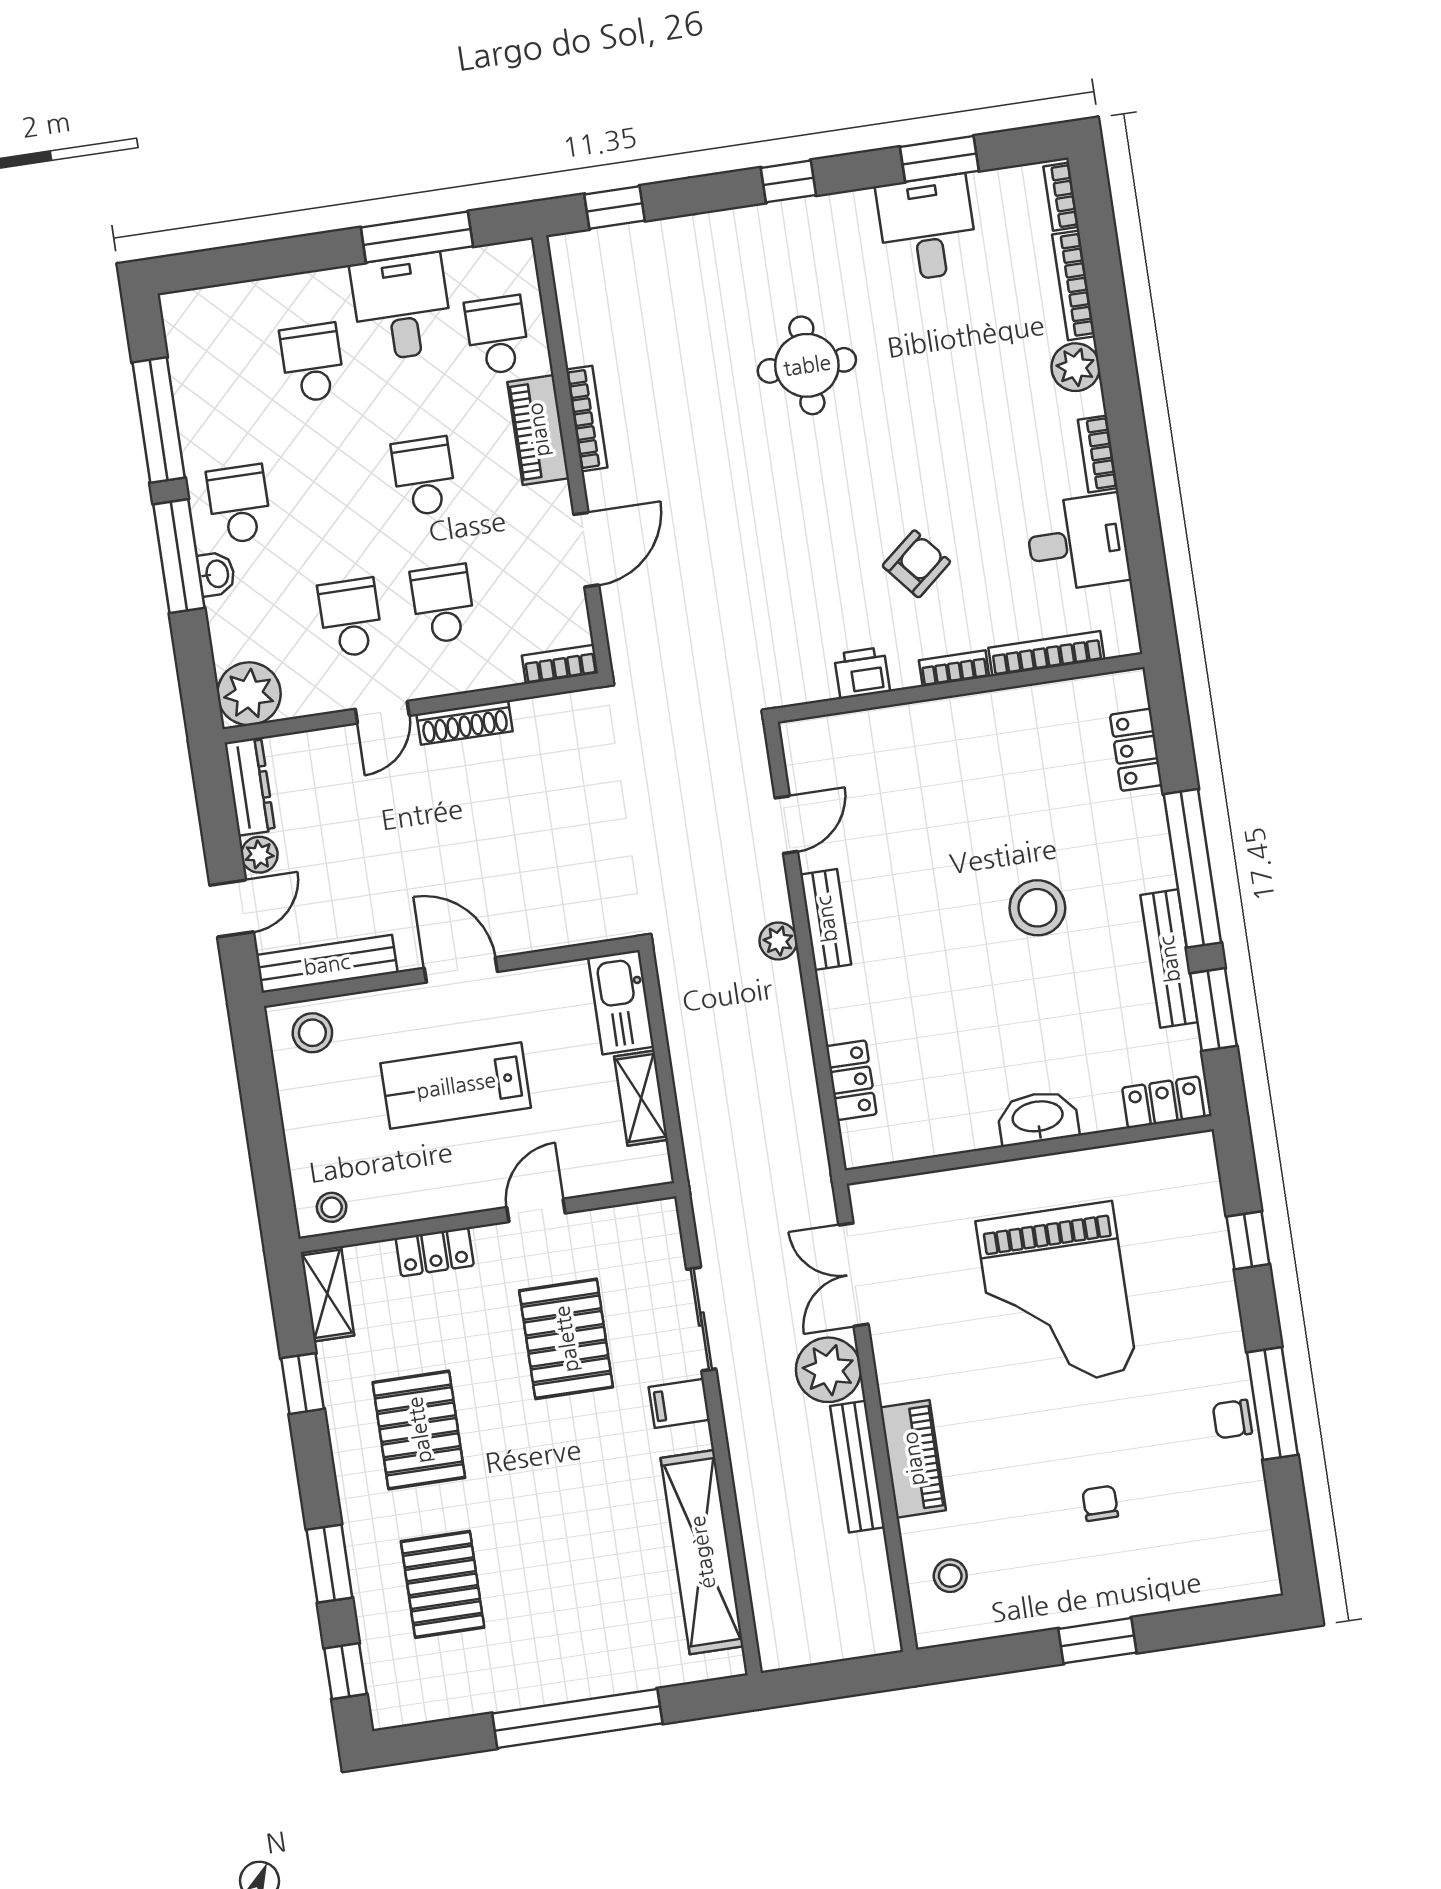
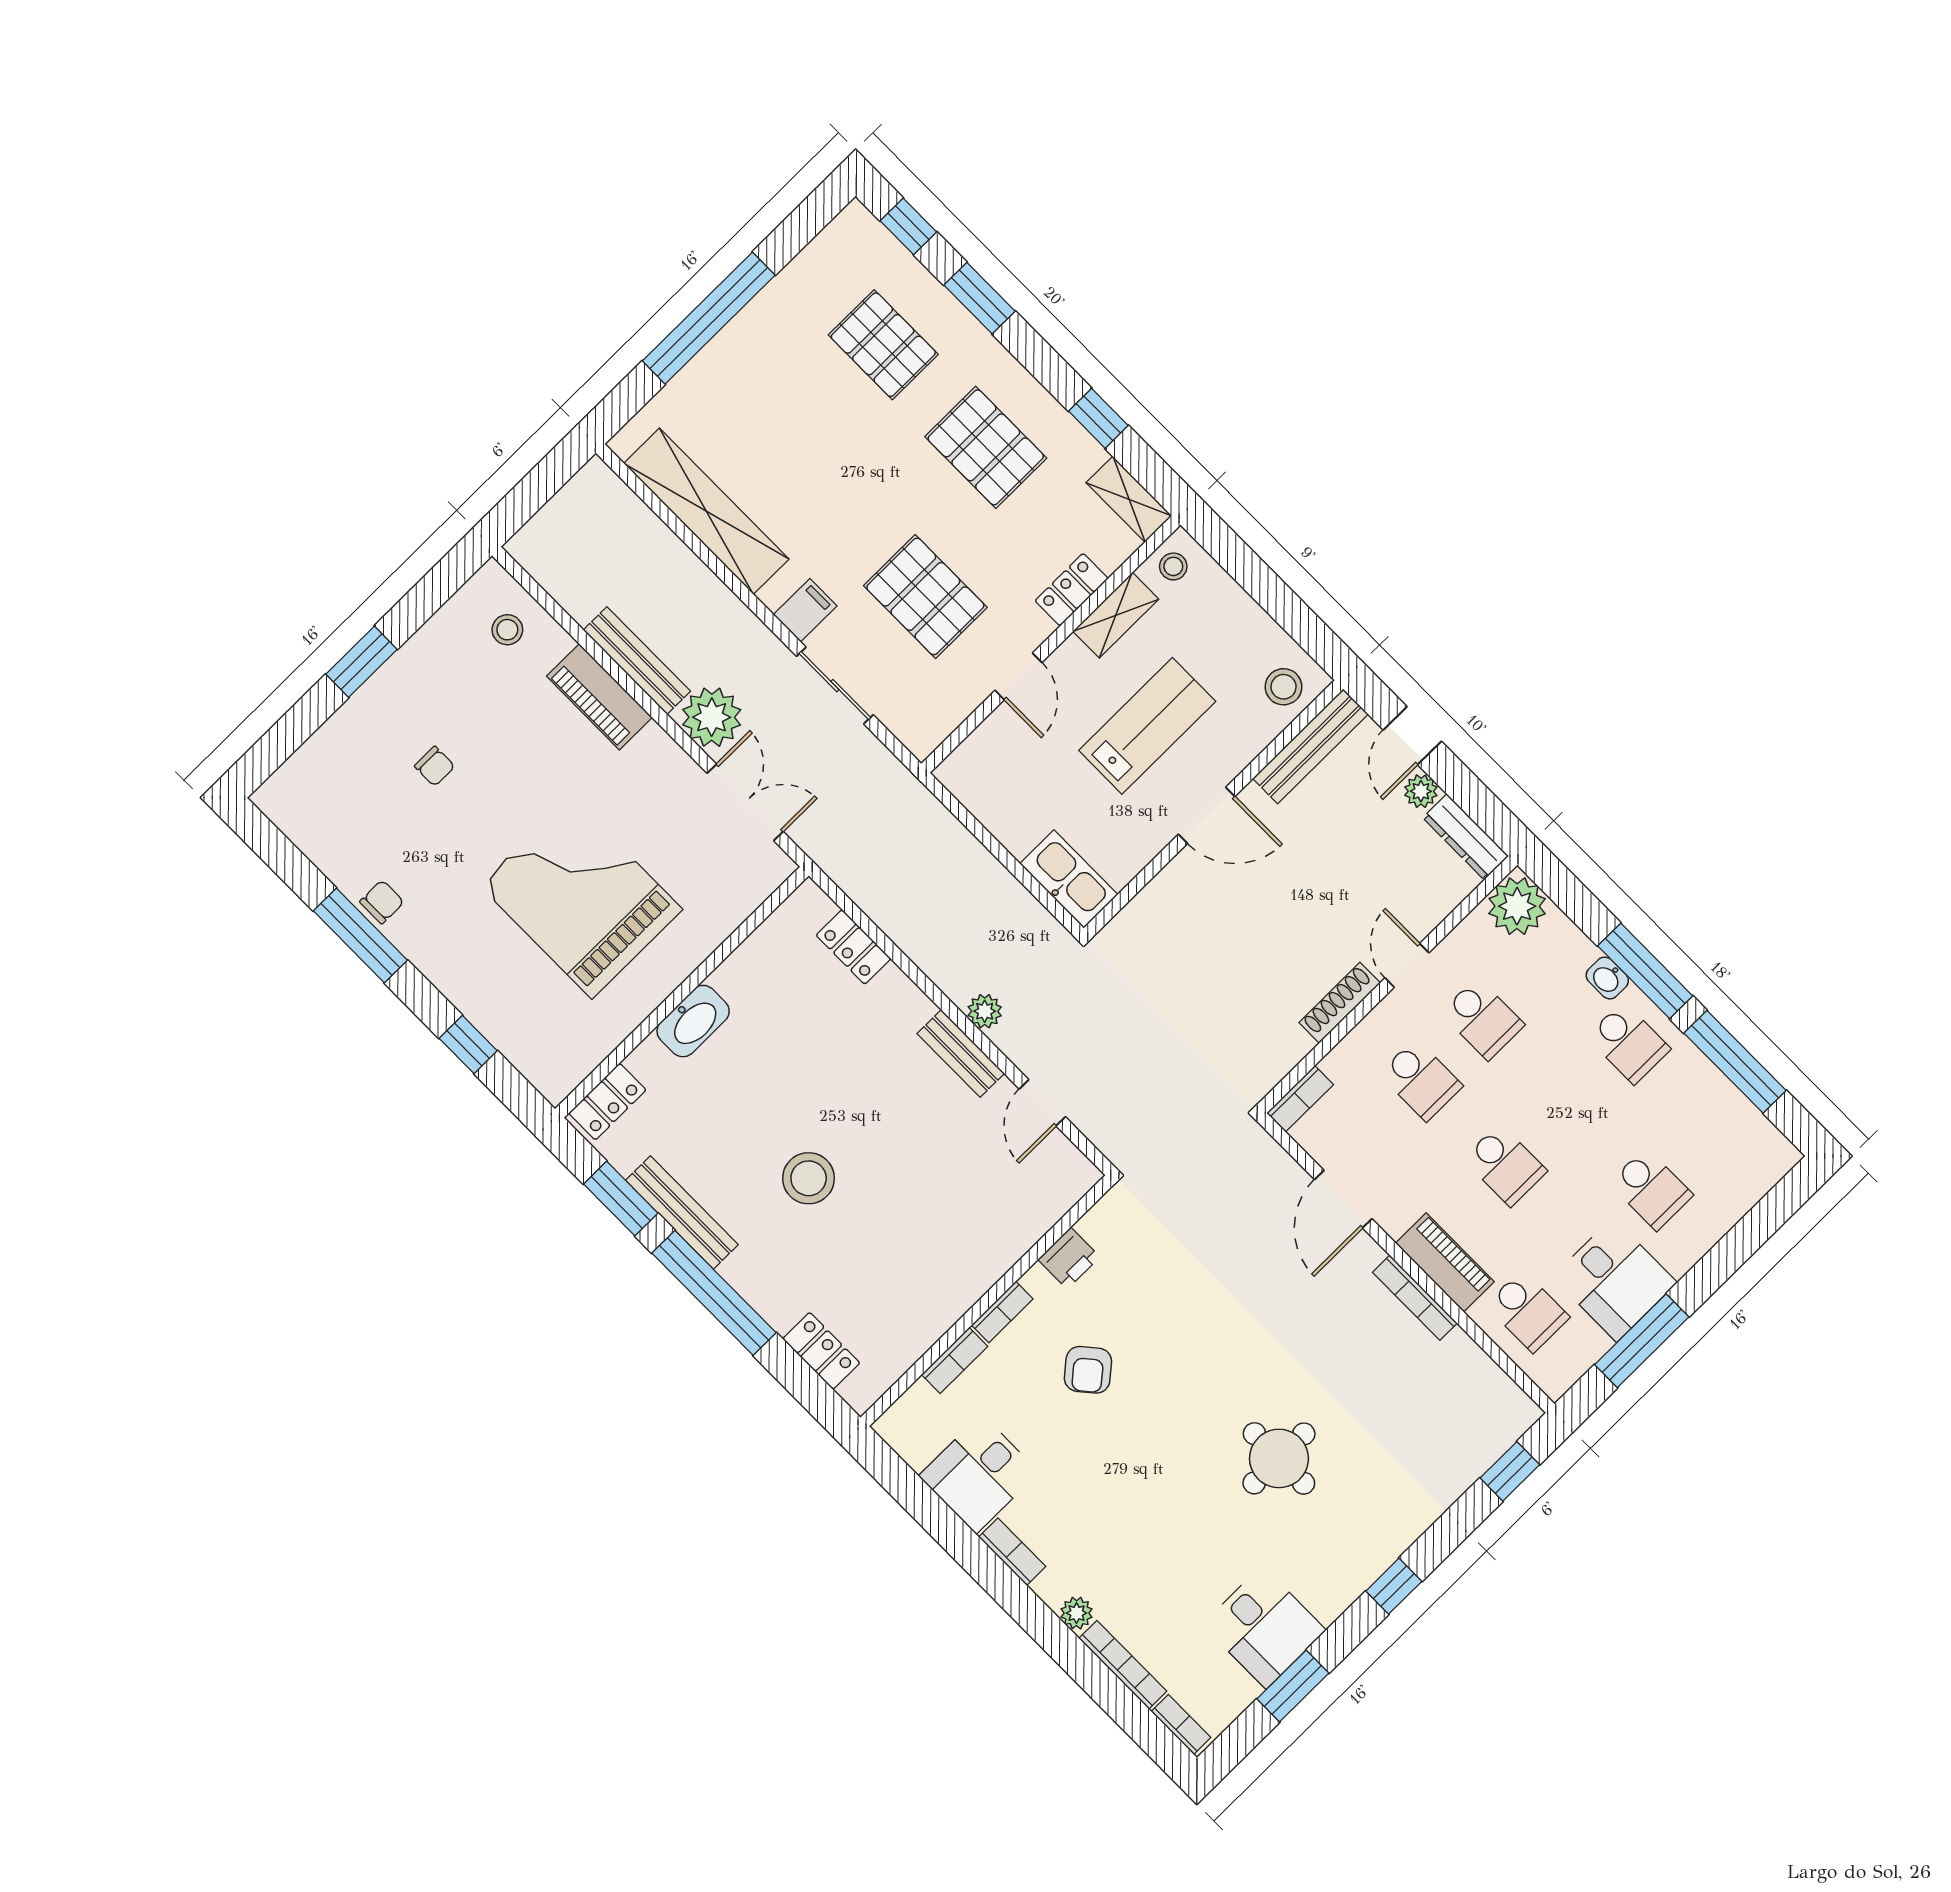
plant: (1076, 367) -> (1077, 1613), width x0.73, depth x0.73
bookcase: (1046, 654) -> (955, 1360), width x0.64
shelving: (641, 1098) -> (1116, 615), moved, turned 90

